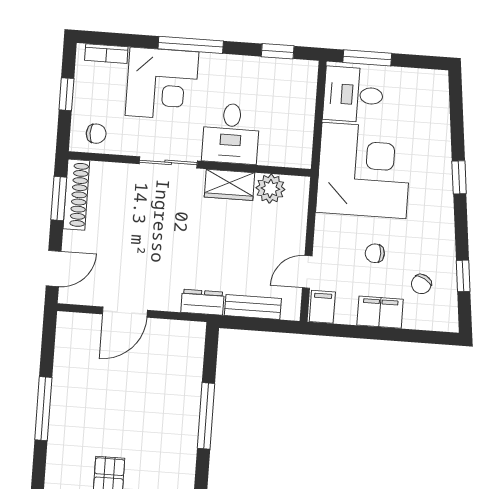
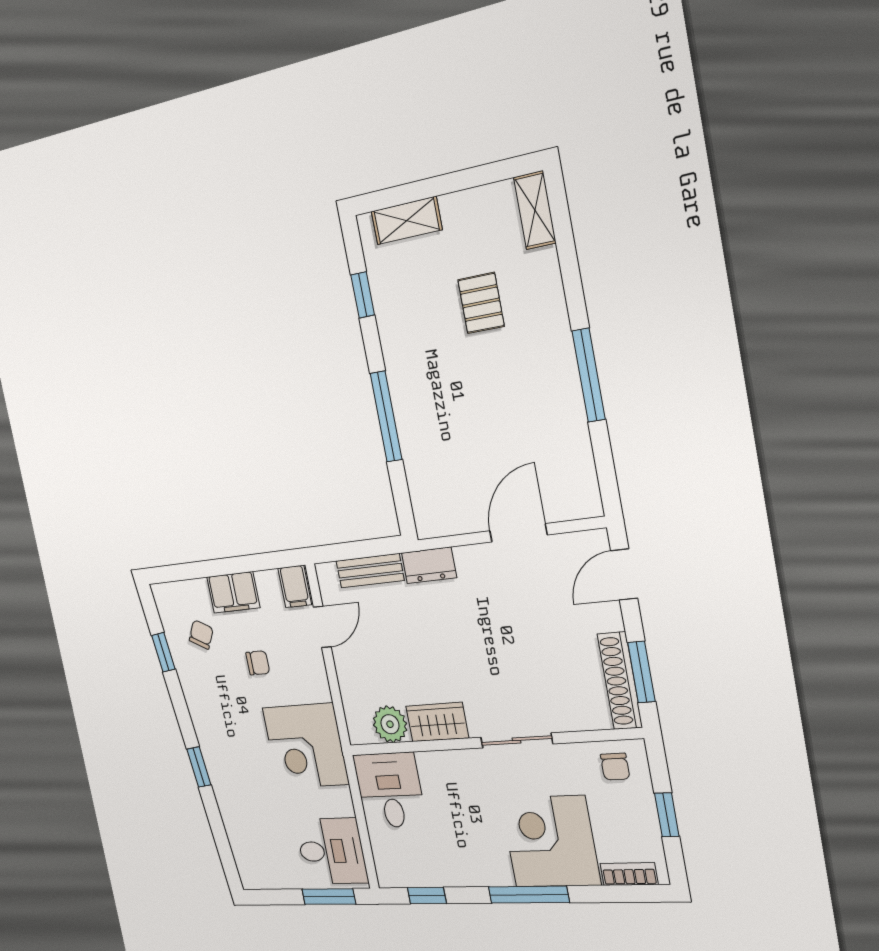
desk: (231, 133) -> (390, 790), moved
chair: (96, 134) -> (615, 767), turned -90
corner desk: (364, 171) -> (306, 746), width x0.74, depth x0.74

